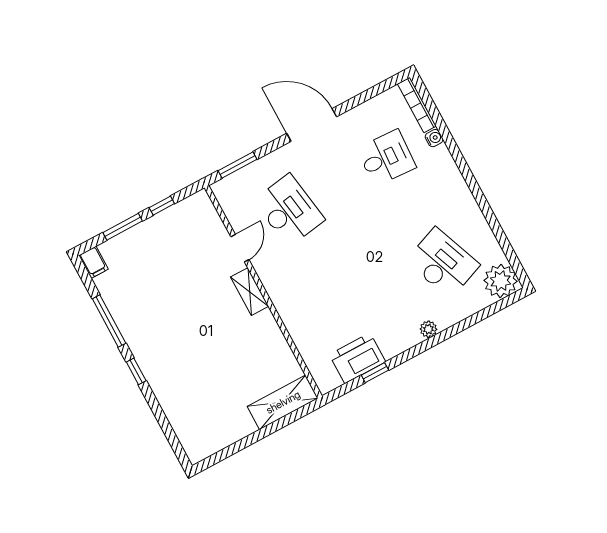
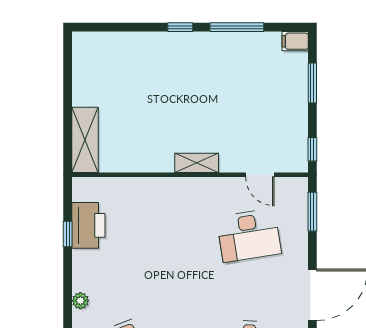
window: (162, 206) -> (312, 149), moved
door: (240, 248) -> (260, 175), moved

